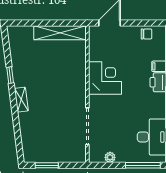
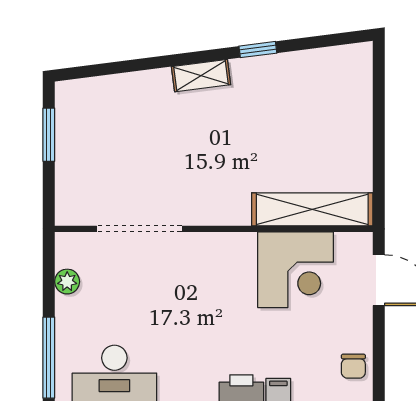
shelving: (60, 33) -> (312, 209), moved, turned 90
corner desk: (105, 78) -> (296, 270), moved

